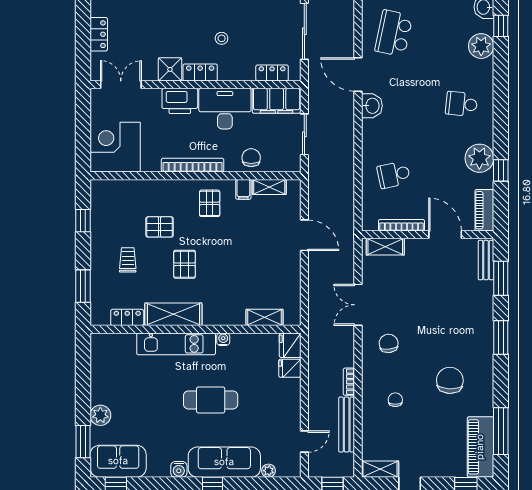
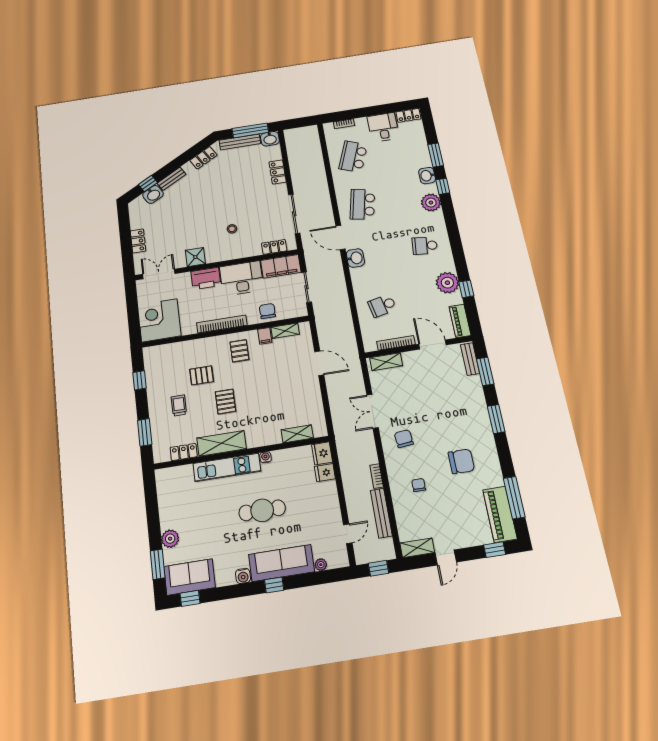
locker: (200, 72) -> (219, 255), removed
chair: (450, 380) -> (461, 461), turned 88

